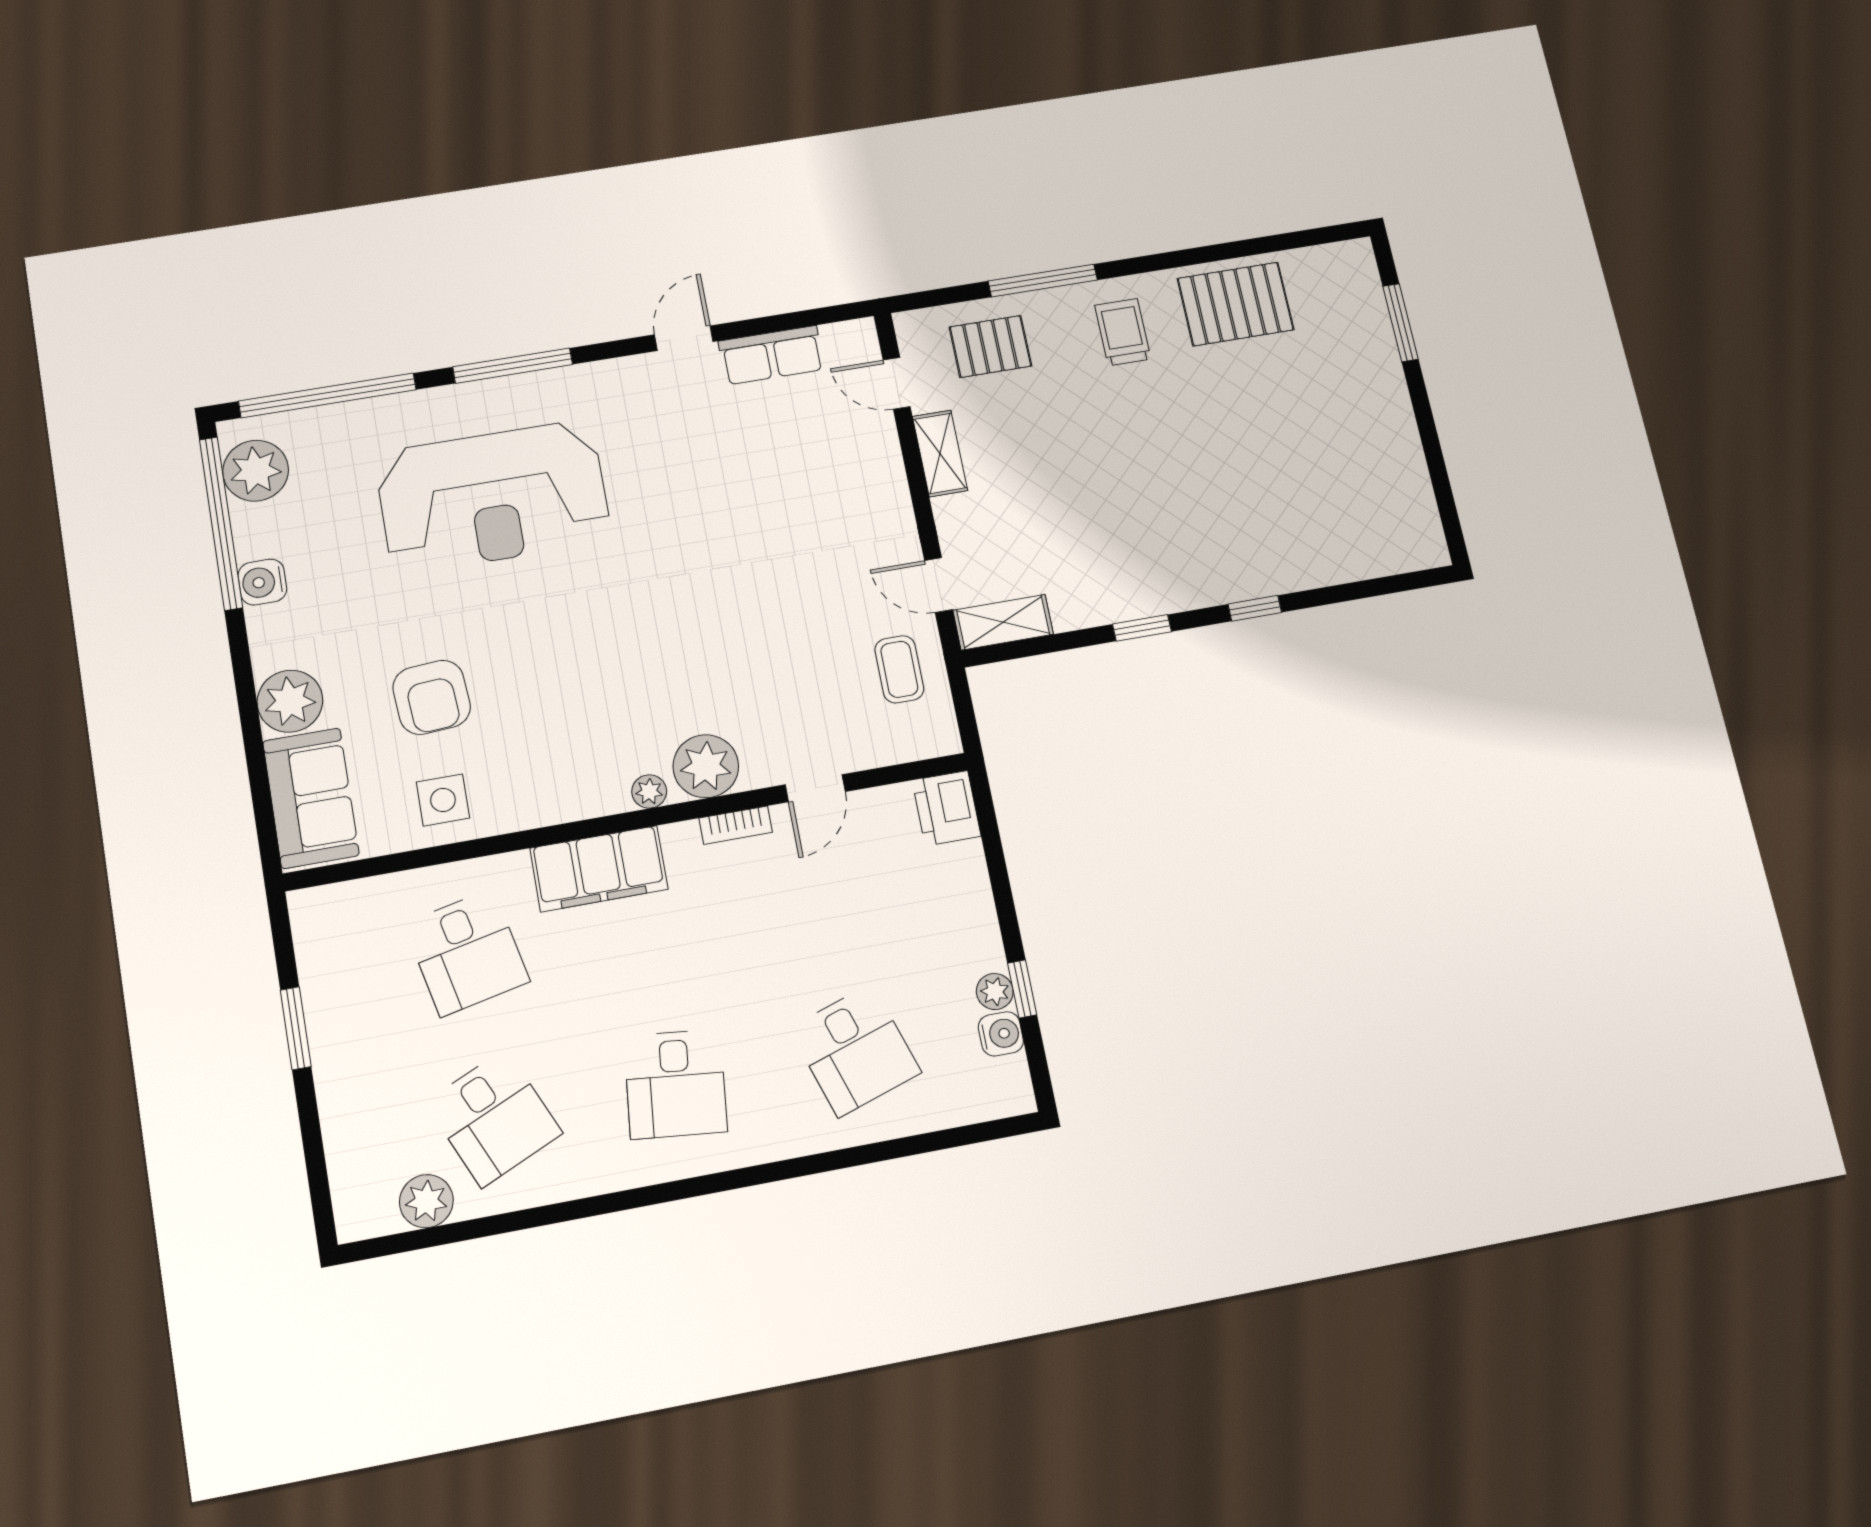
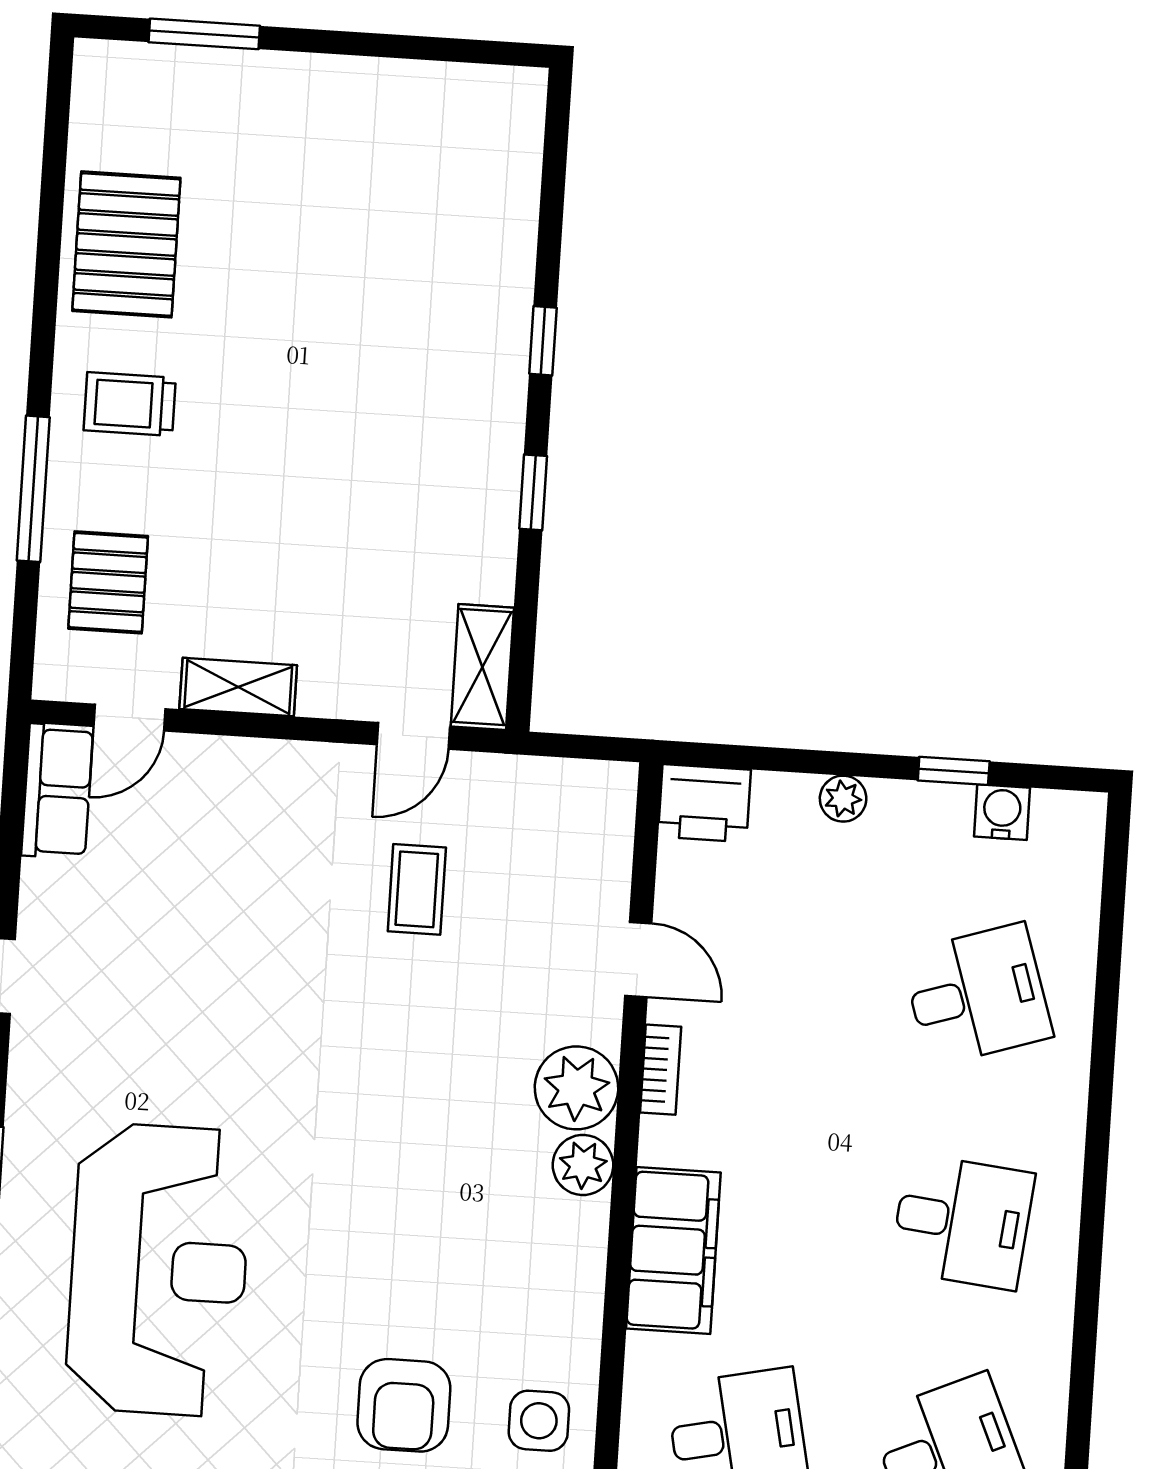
row of seats: (771, 355) -> (57, 791), moved
coffee table: (899, 669) -> (417, 889), moved, turned 90
armchair: (432, 697) -> (404, 1405), turned 94
plant: (649, 791) -> (583, 1165), width x1.38, depth x1.38
plant: (995, 992) -> (843, 799), moved

